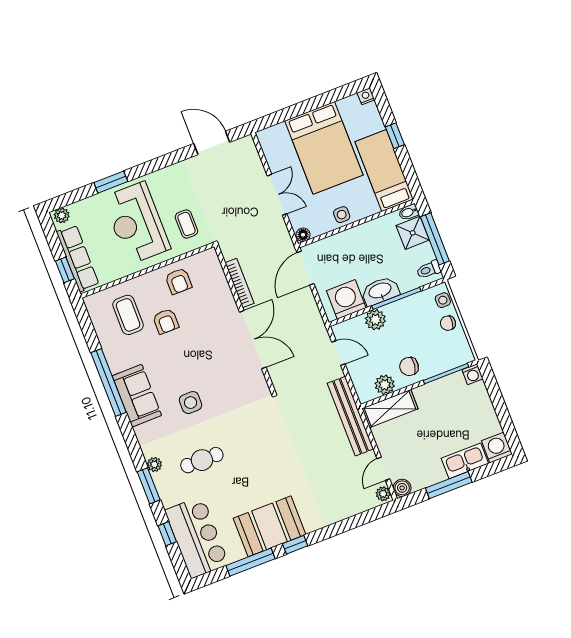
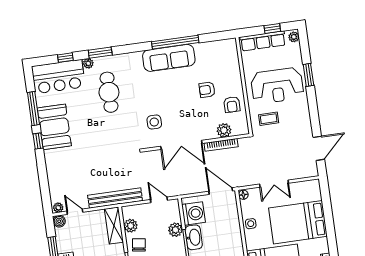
reception desk: (137, 223) -> (277, 86), turned 180
window: (65, 270) -> (272, 28), moved
armchair: (179, 281) -> (232, 105), turned -90
plant: (218, 284) -> (224, 130), added
coffee table: (128, 315) -> (217, 66), removed
door: (338, 353) -> (159, 200), swing flipped
sofa: (137, 396) -> (169, 58), width x1.36
side table: (191, 403) -> (154, 122), moved
cafe table: (202, 460) -> (109, 92), width x1.37, depth x1.35
plant: (154, 464) -> (88, 63), moved

